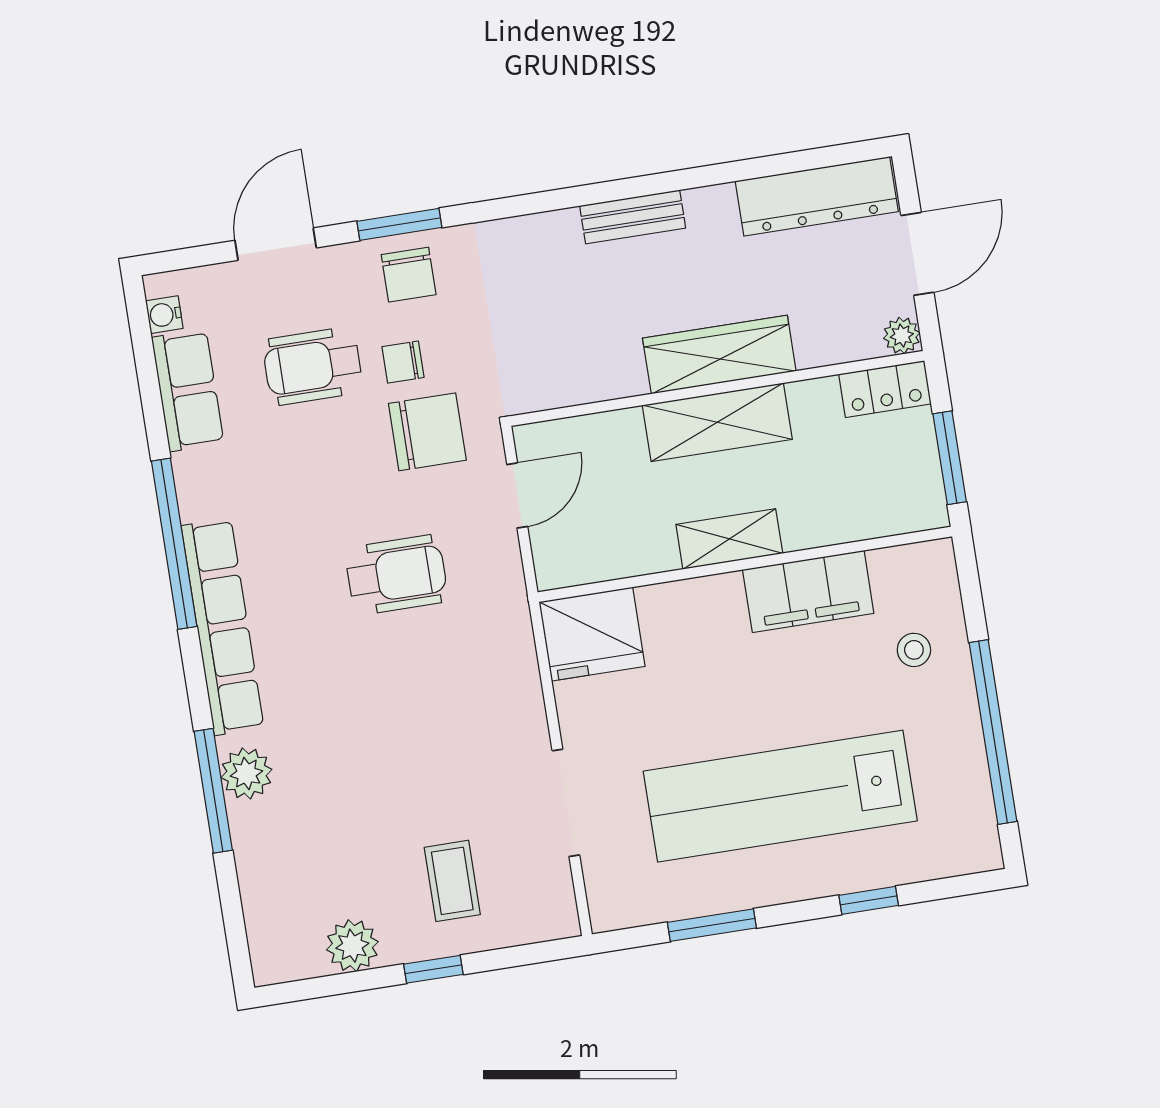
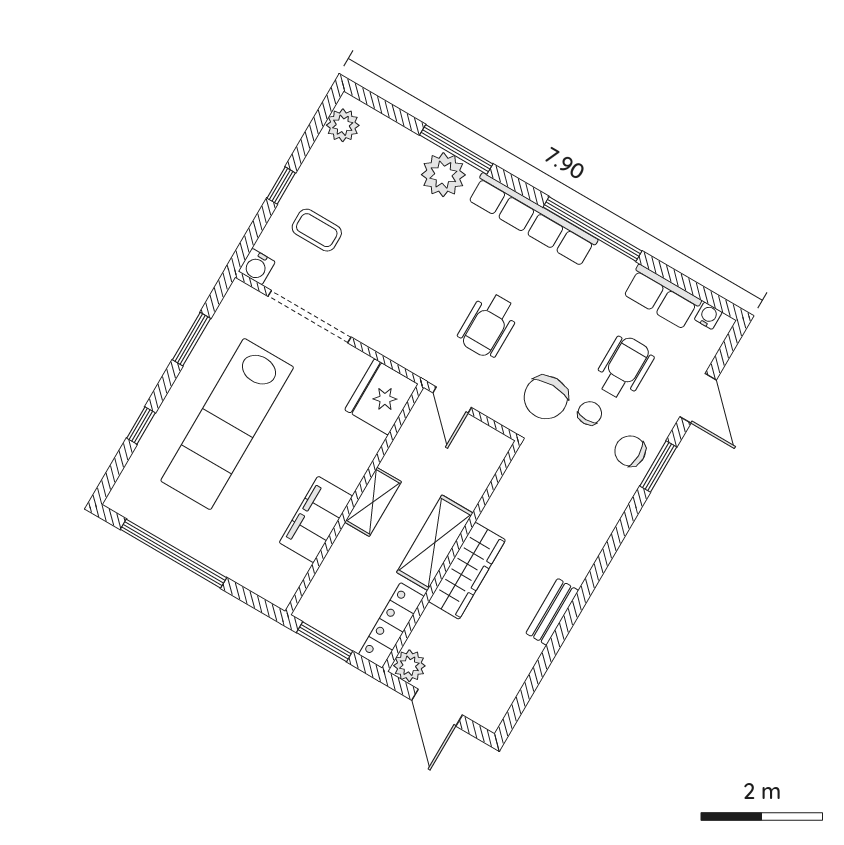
dresser: (817, 196) -> (505, 681), removed
bench: (633, 217) -> (552, 612), moved
plant: (902, 336) -> (409, 666), width x1.38, depth x1.38
locker: (885, 389) -> (391, 625), width x1.53
door: (517, 495) -> (452, 400), moved
stool: (914, 650) -> (245, 548), removed
plant: (246, 773) -> (443, 175), width x1.36, depth x1.36
lab bench: (780, 796) -> (227, 424), turned 180
doorway: (566, 803) -> (309, 317), width x1.36
water cooler: (557, 918) -> (257, 267), added
plant: (352, 946) -> (343, 125), moved

